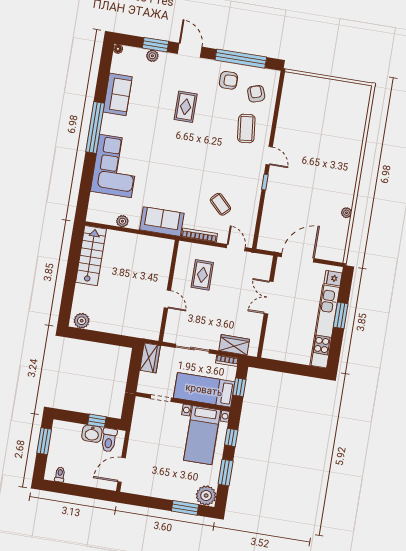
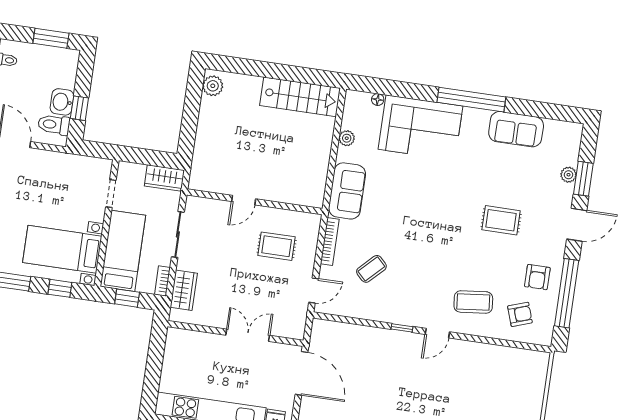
floor lamp: (118, 49) -> (378, 100), moved

